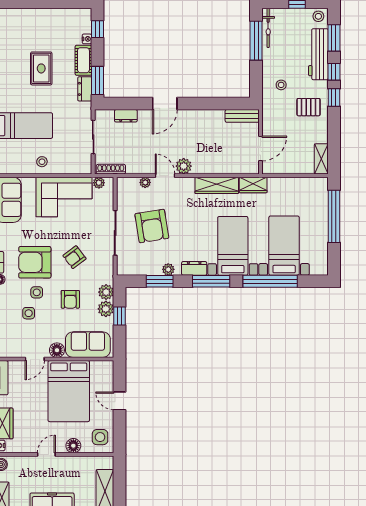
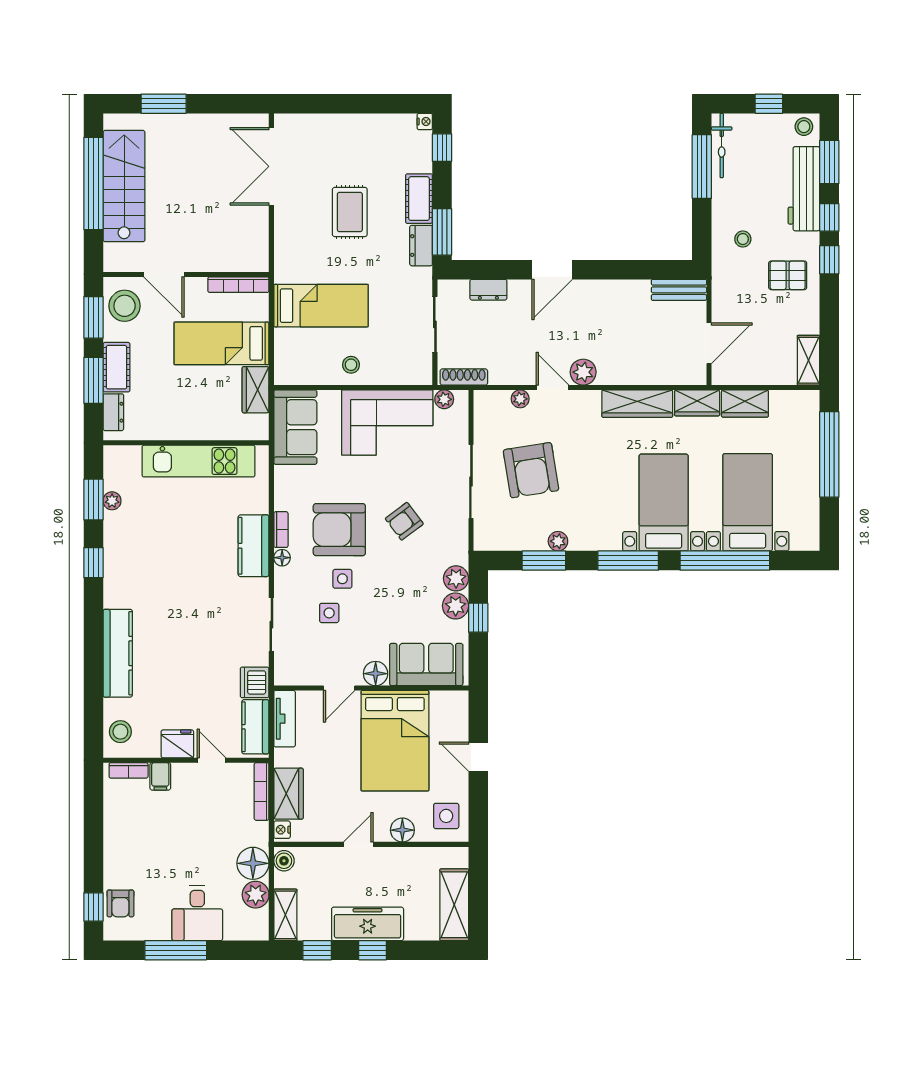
nightstand: (87, 39) -> (425, 121), moved
wardrobe: (282, 185) -> (745, 403), added
dresser: (194, 268) -> (600, 539), removed
armchair: (70, 299) -> (397, 590), removed

